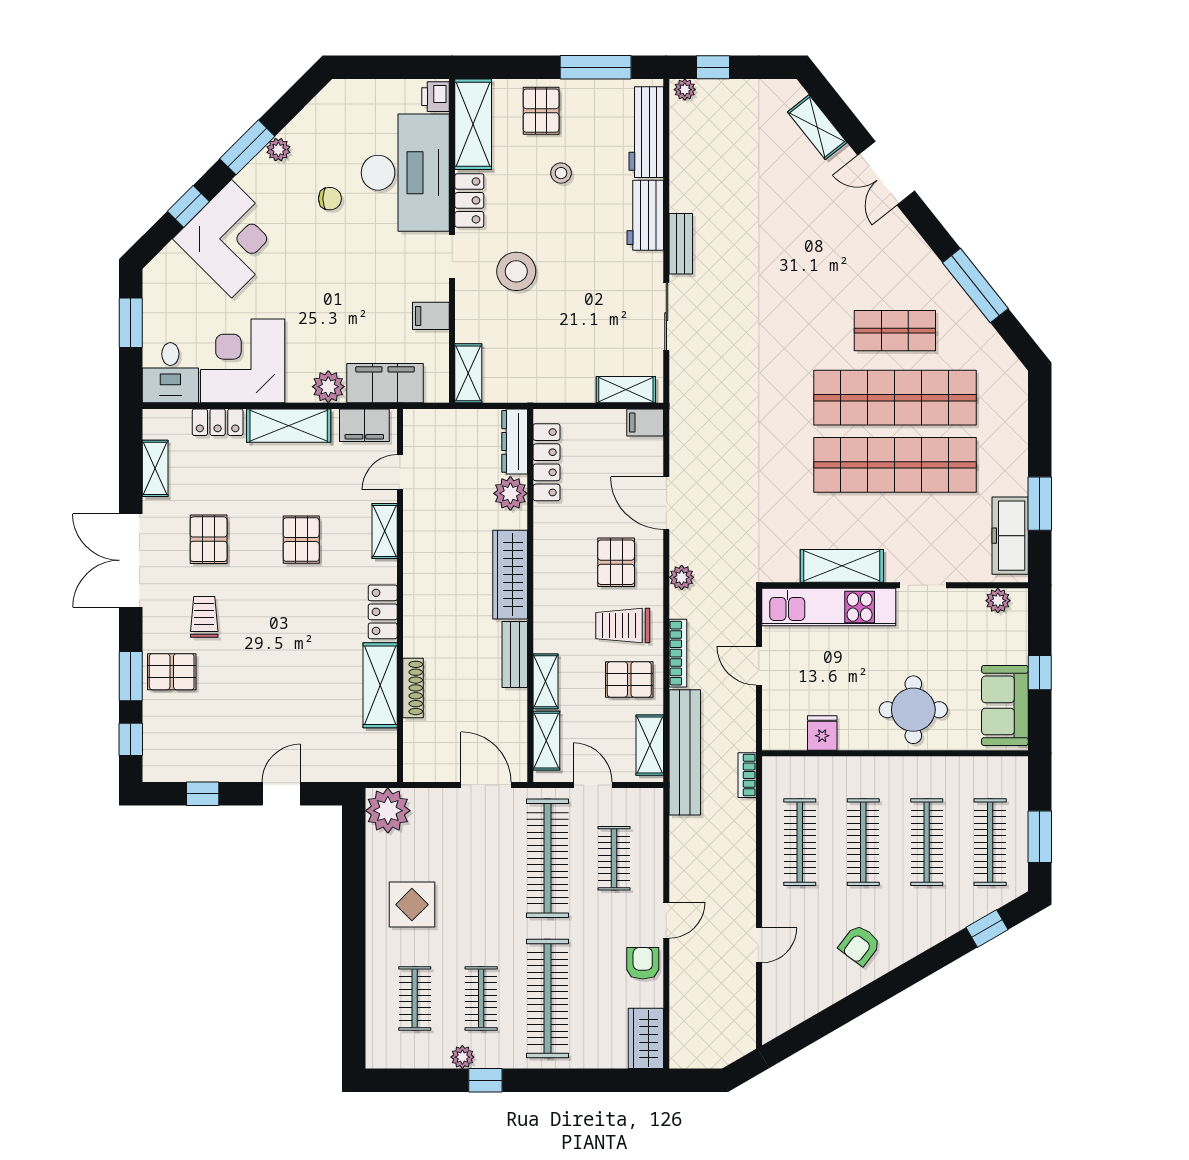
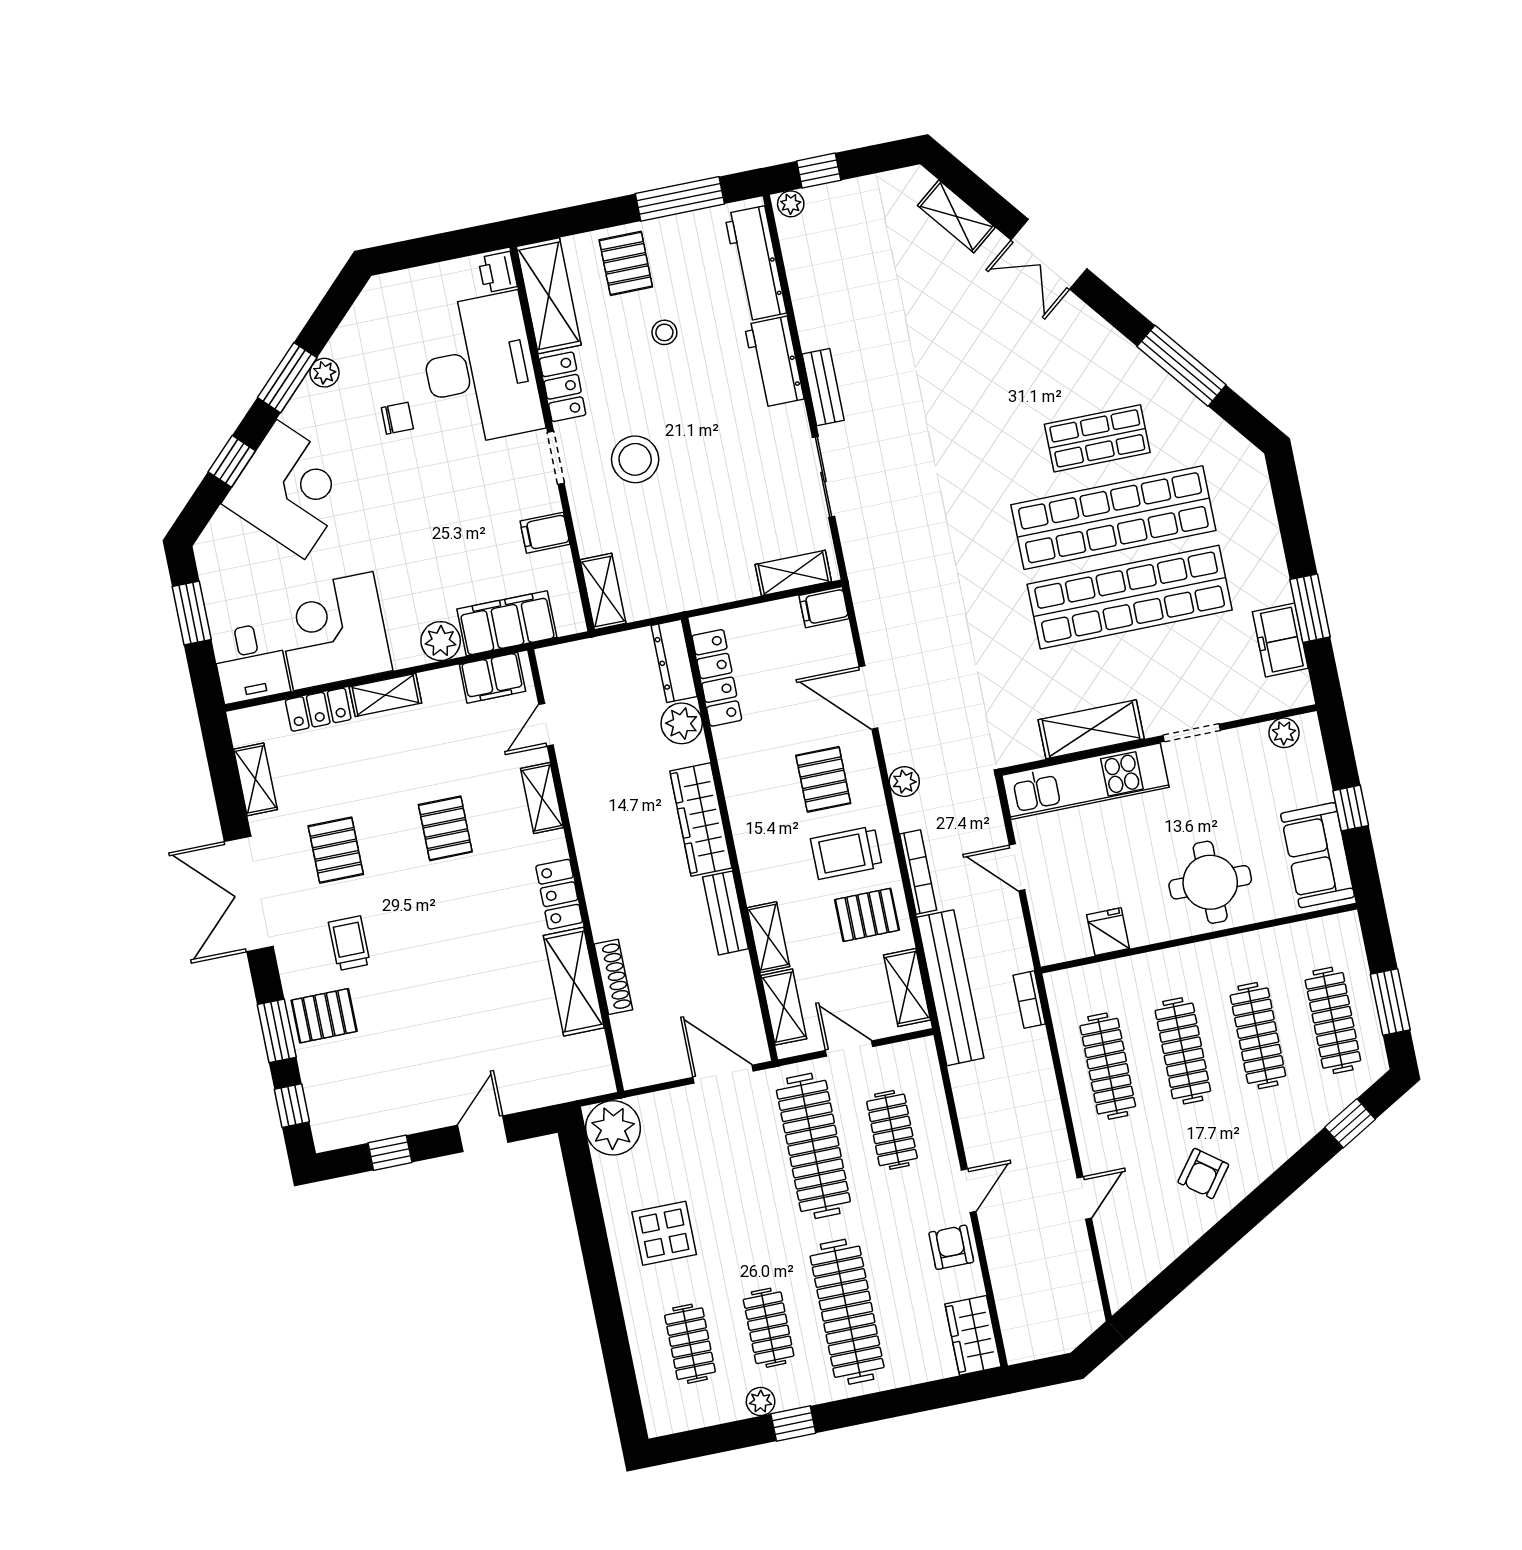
shelving: (289, 426) -> (385, 695), width x0.67, depth x0.75
freezer: (1010, 536) -> (1280, 640), width x0.71

